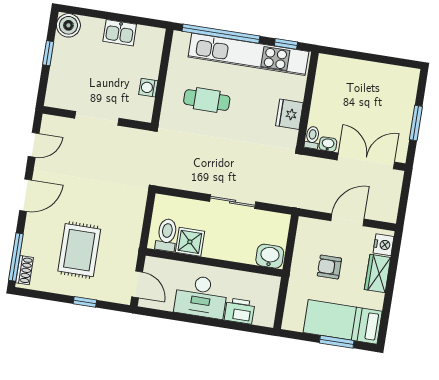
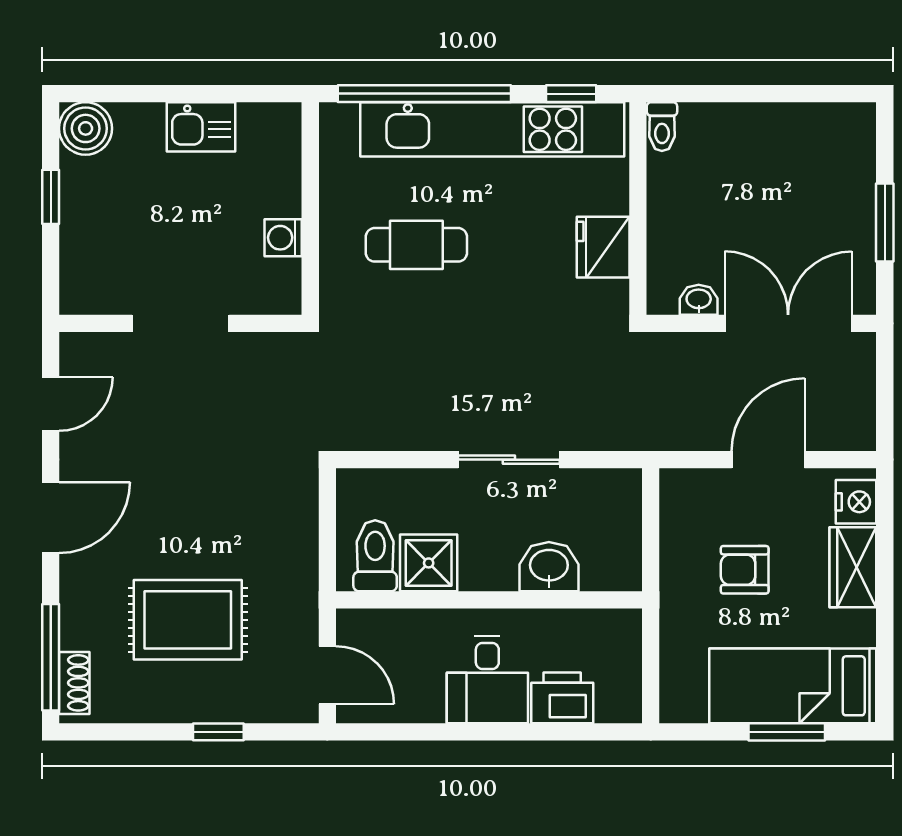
toilet: (312, 137) -> (662, 127), moved, turned 180
rug: (79, 250) -> (188, 620), turned 90
washbasin: (270, 256) -> (549, 567), moved
desk: (201, 297) -> (487, 680), width x0.73

